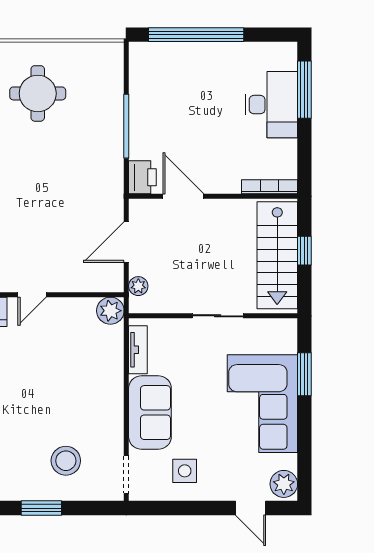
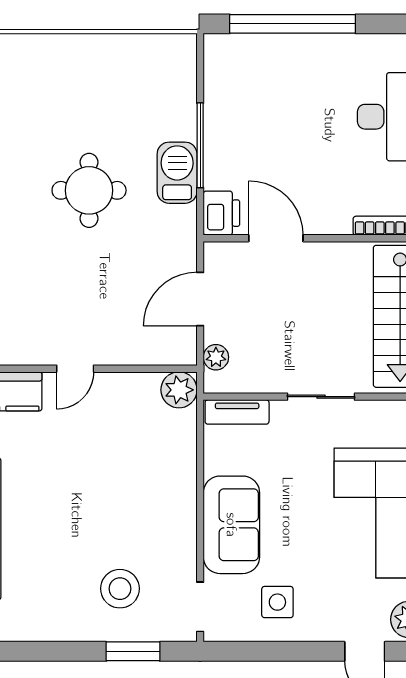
round table: (38, 93) -> (89, 190), moved
barbecue: (109, 147) -> (177, 173), added
tv unit: (138, 350) -> (237, 412), moved, turned 90
window: (41, 508) -> (133, 651), moved

